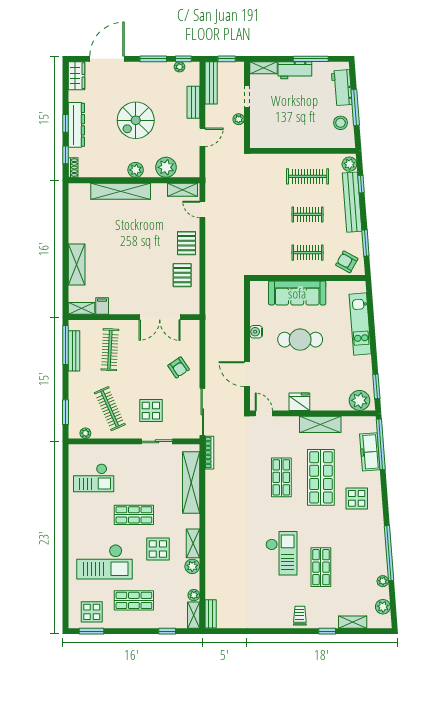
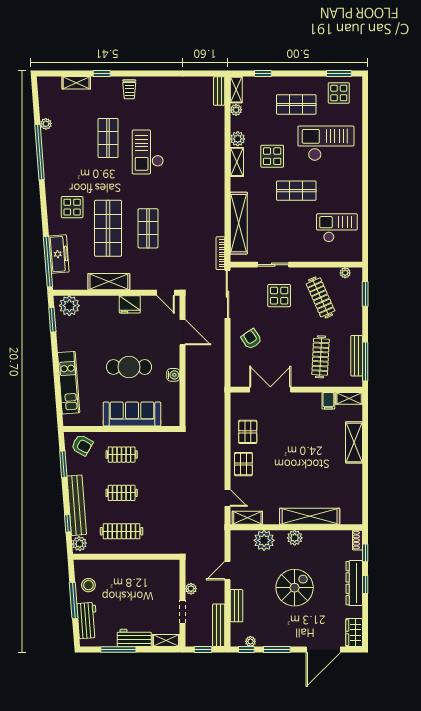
plant: (383, 607) -> (46, 98), removed

